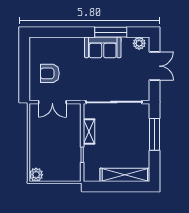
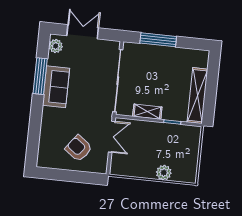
armchair: (50, 73) -> (79, 148), turned 127
double door: (52, 102) -> (112, 137), moved
plant: (36, 175) -> (164, 173), moved
shelving: (125, 175) -> (197, 96), moved

